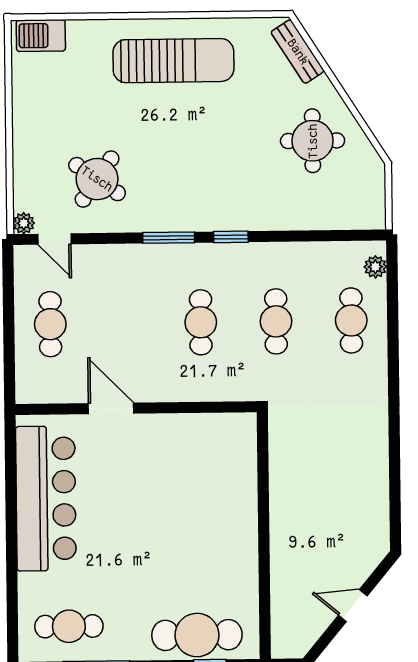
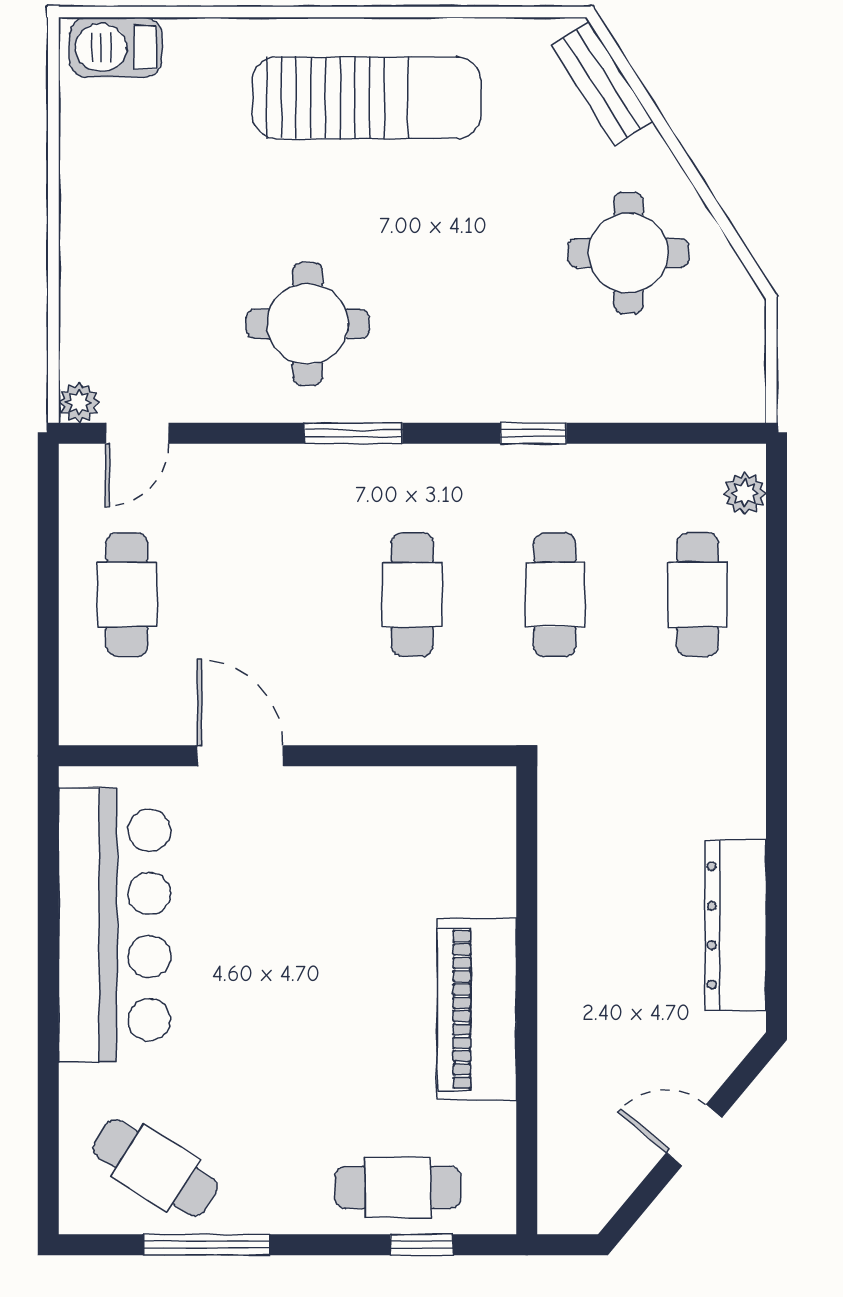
round table: (97, 179) -> (308, 324), moved, turned -35
window: (231, 237) -> (533, 433), moved
door: (54, 239) -> (137, 433), hinge flipped
dresser: (373, 495) -> (735, 925), added
piano: (237, 541) -> (477, 1009), added
cafe table: (69, 626) -> (155, 1168), turned 32
cafe table: (197, 635) -> (398, 1187), width x0.73, depth x0.74

